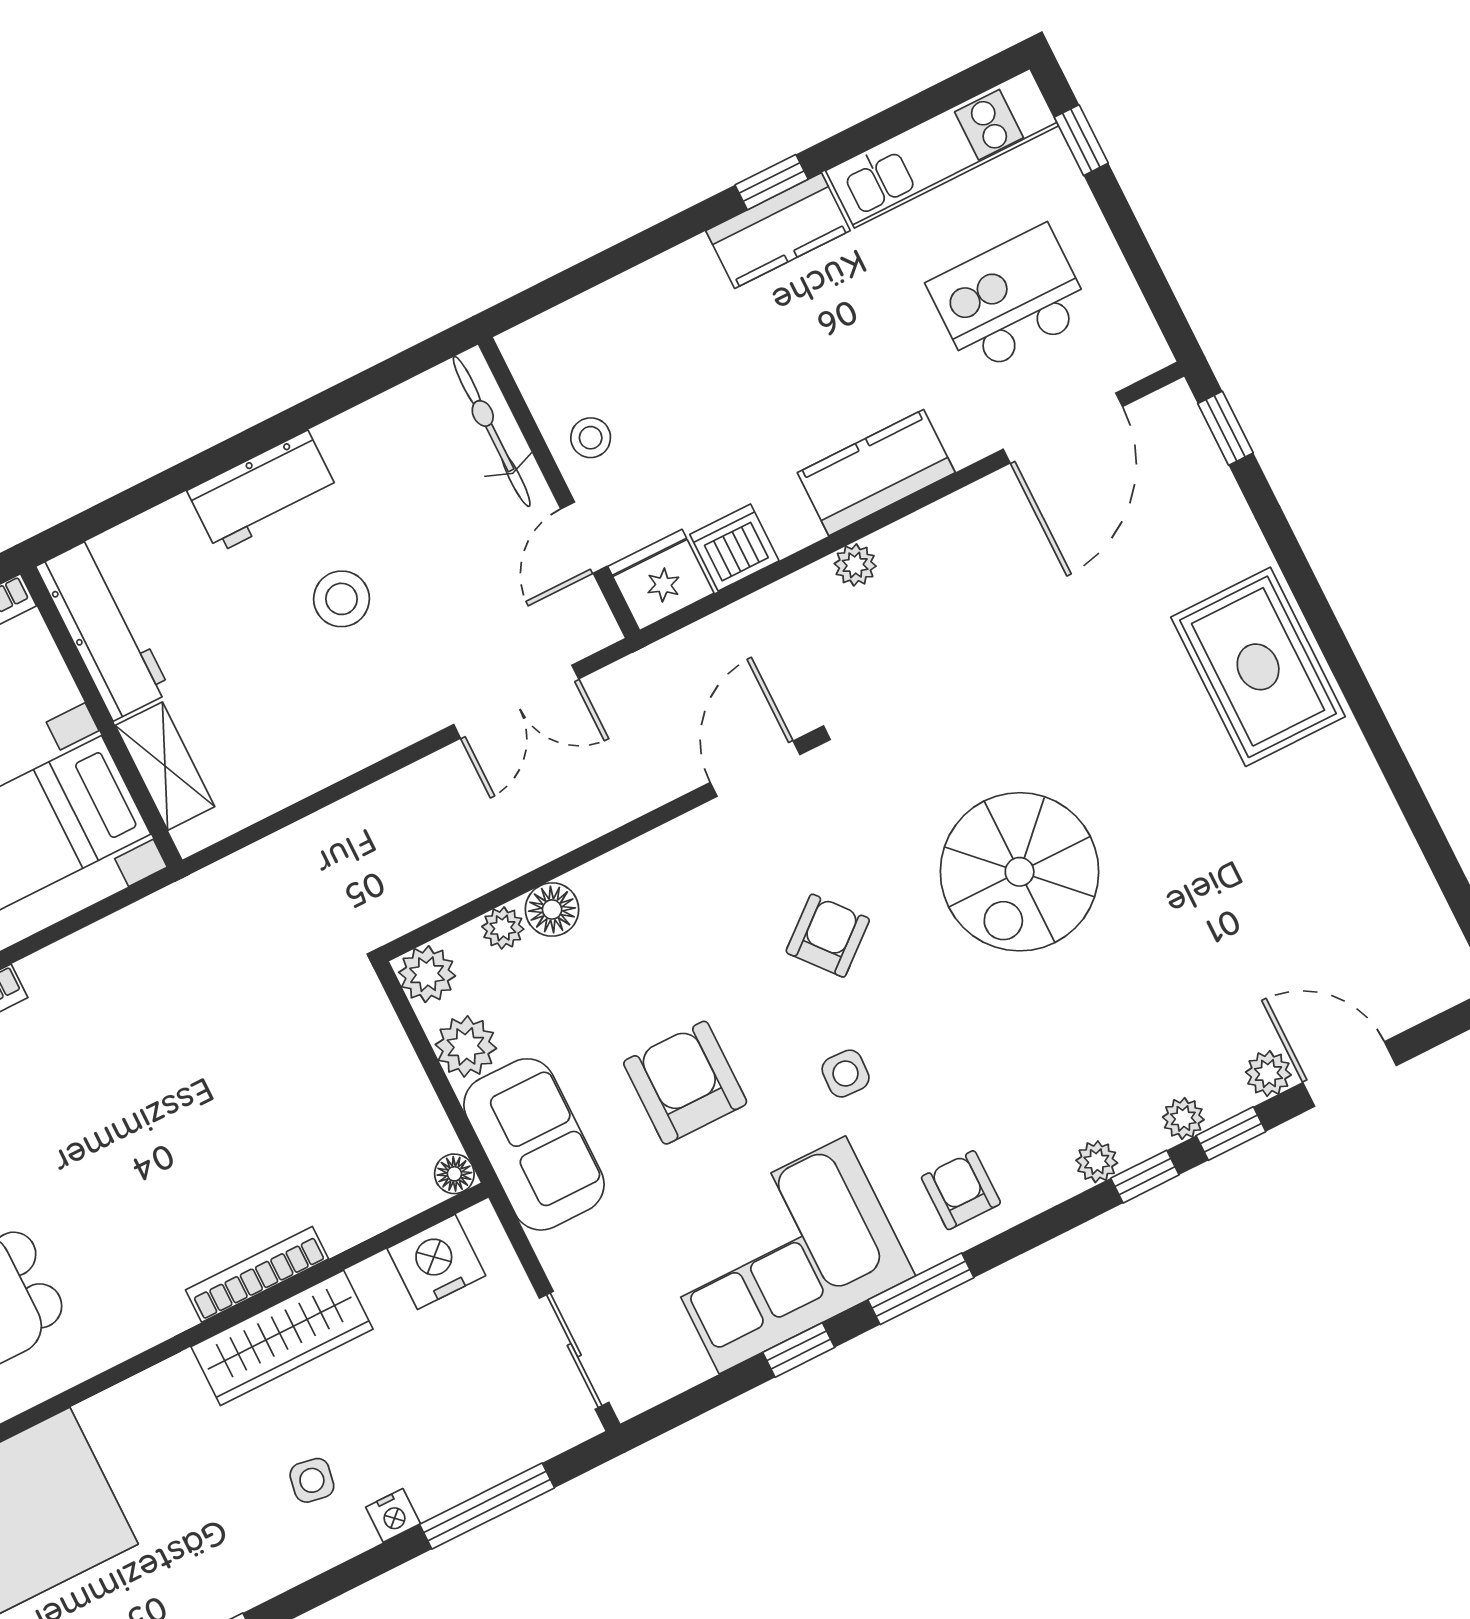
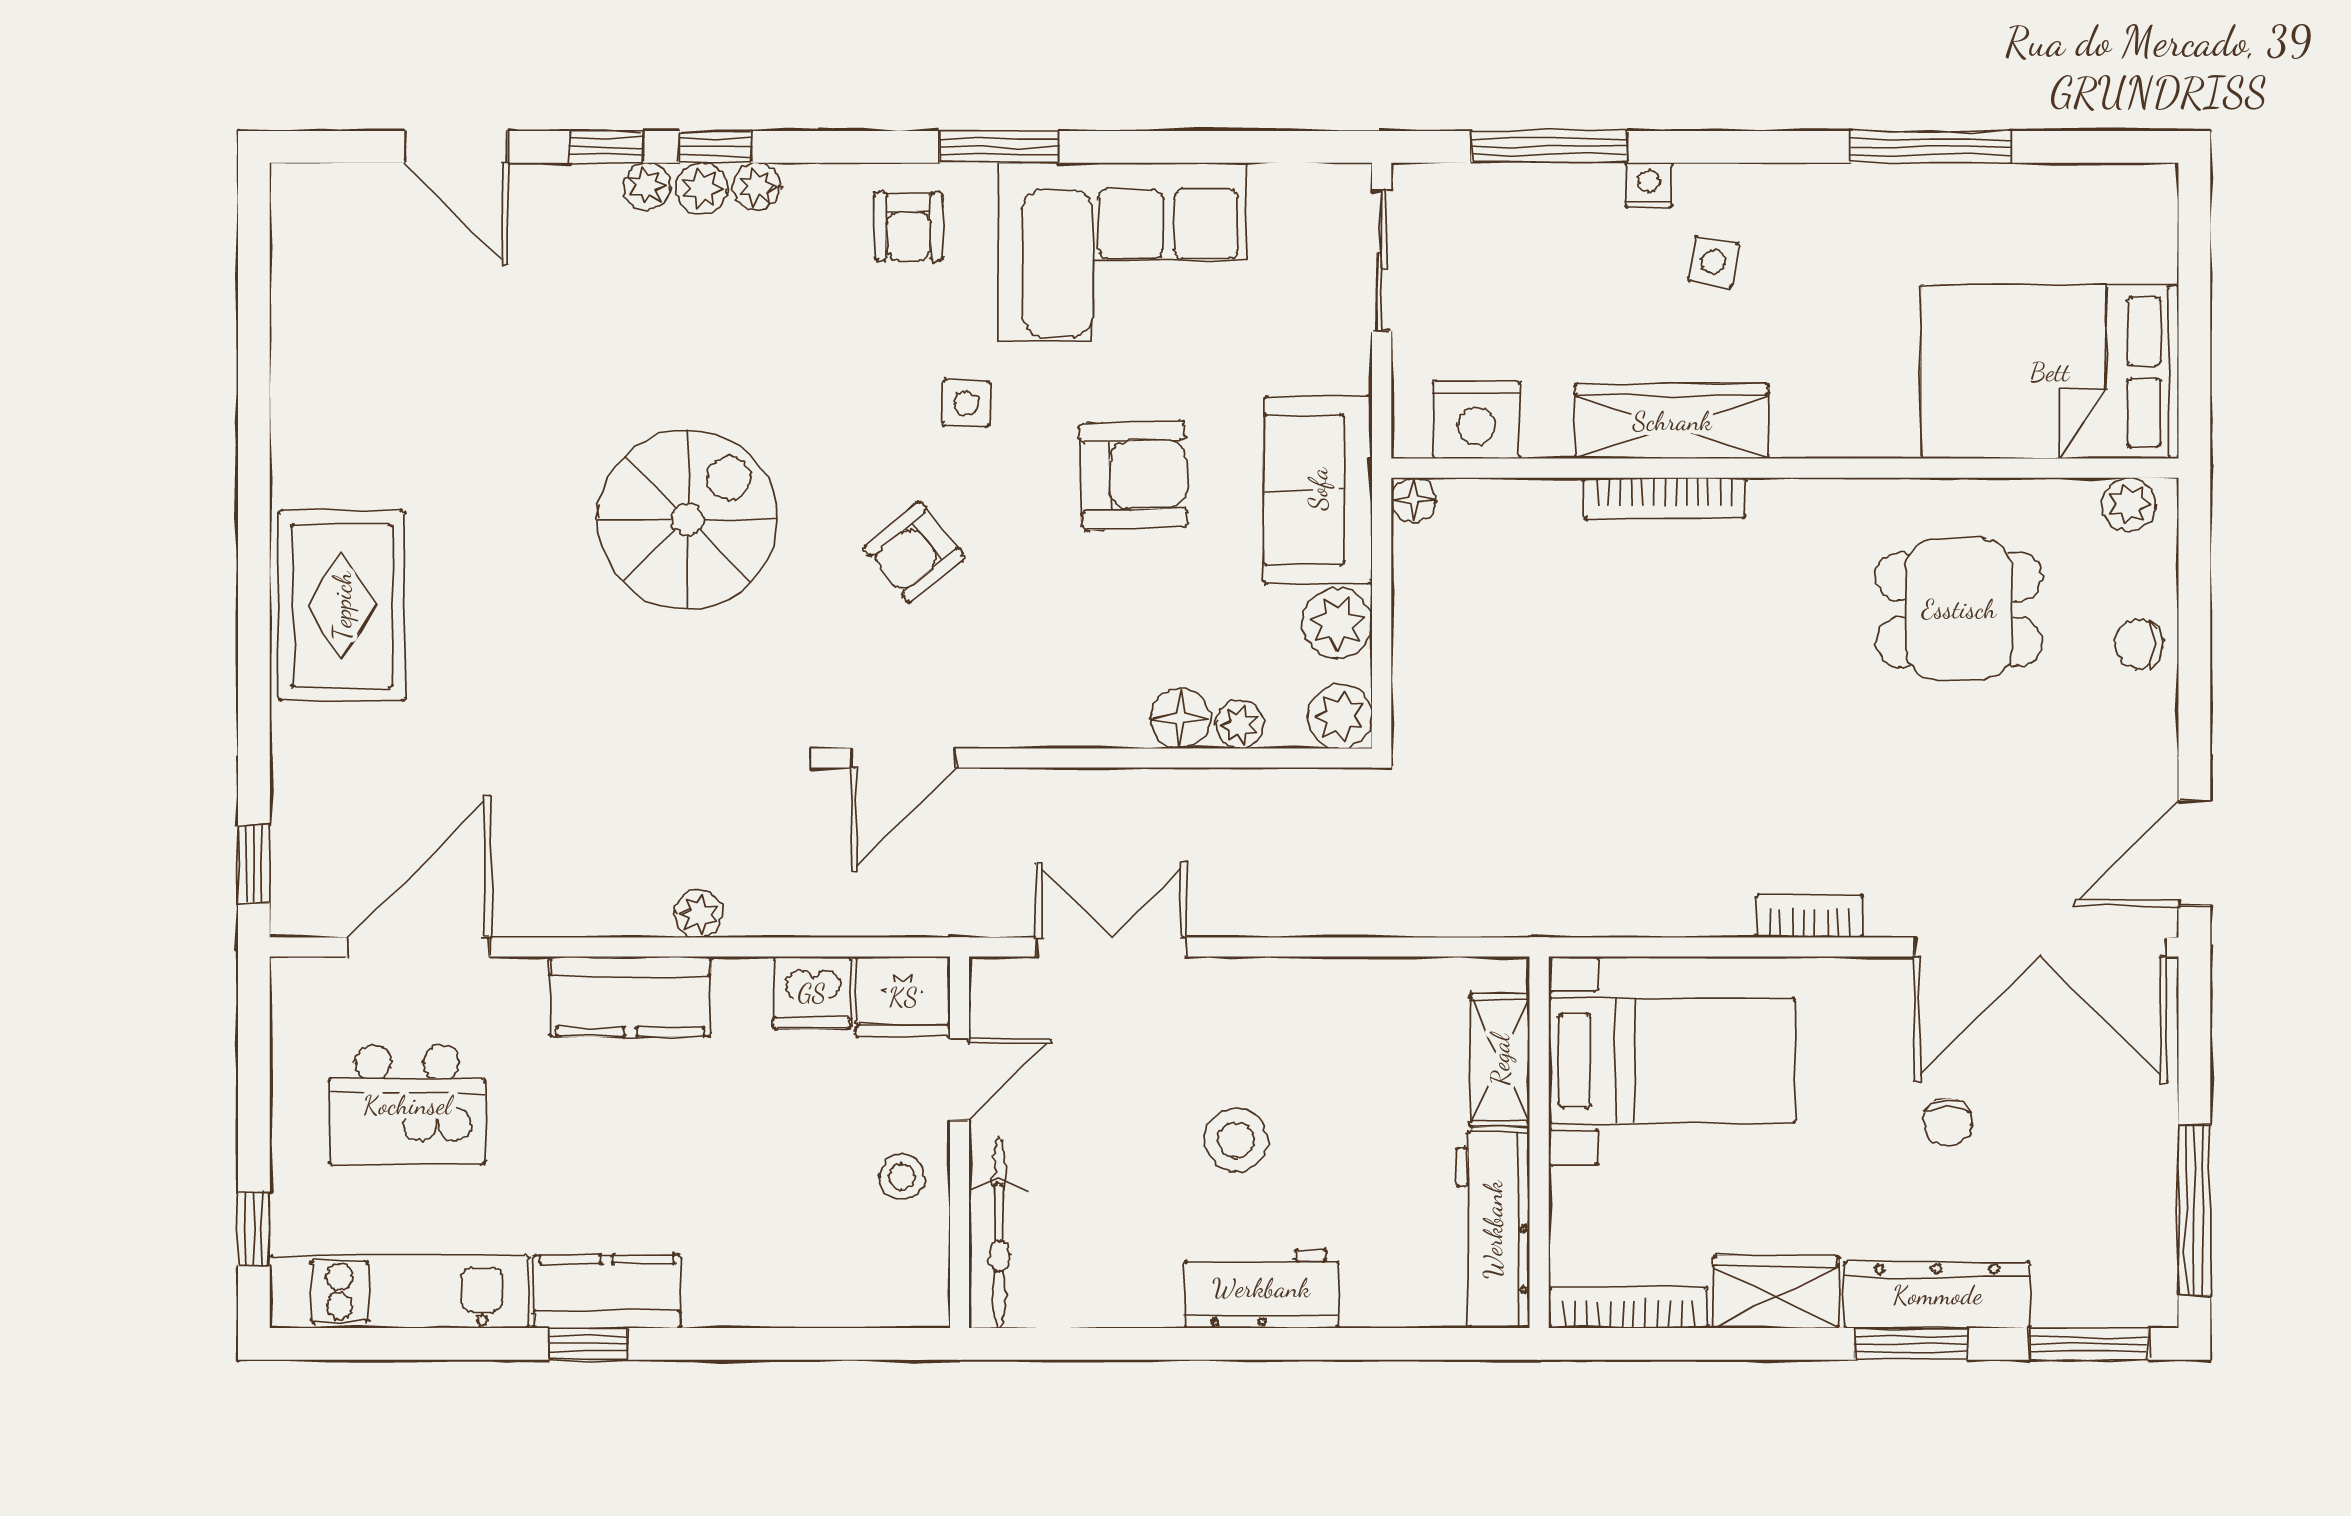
plant: (1268, 1073) -> (702, 189), moved
armchair: (685, 1083) -> (1133, 475), turned -92
window: (799, 1350) -> (1154, 147), removed

